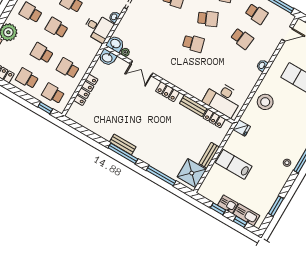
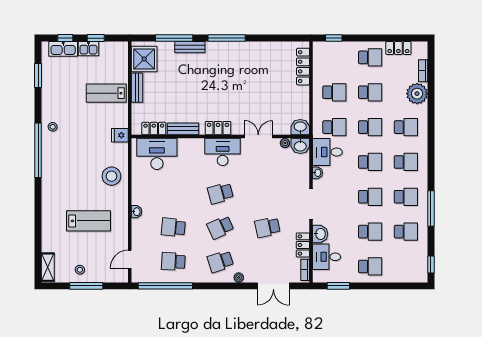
desk: (174, 72) -> (223, 152), added
locker: (86, 90) -> (303, 67), moved
school desk: (53, 94) -> (334, 127), moved
bench: (123, 144) -> (190, 47), moved
lab bench: (234, 164) -> (106, 93), turned 180

